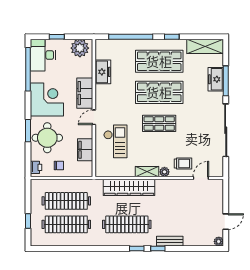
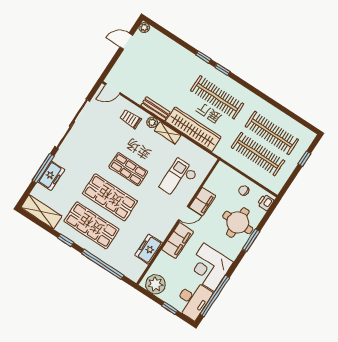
corner desk: (47, 99) -> (209, 267), moved
filing cabinet: (85, 150) -> (202, 202), moved
door: (201, 178) -> (113, 89), moved
bench: (170, 241) -> (155, 109), moved

